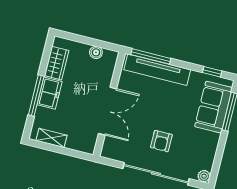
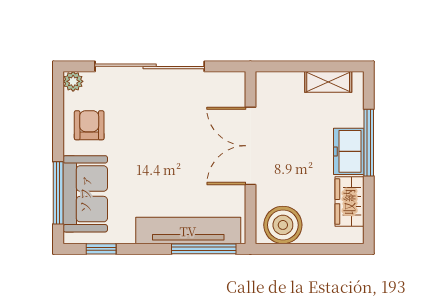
boiler: (96, 52) -> (283, 225), width x1.86, depth x1.86
armchair: (161, 141) -> (89, 125), moved

